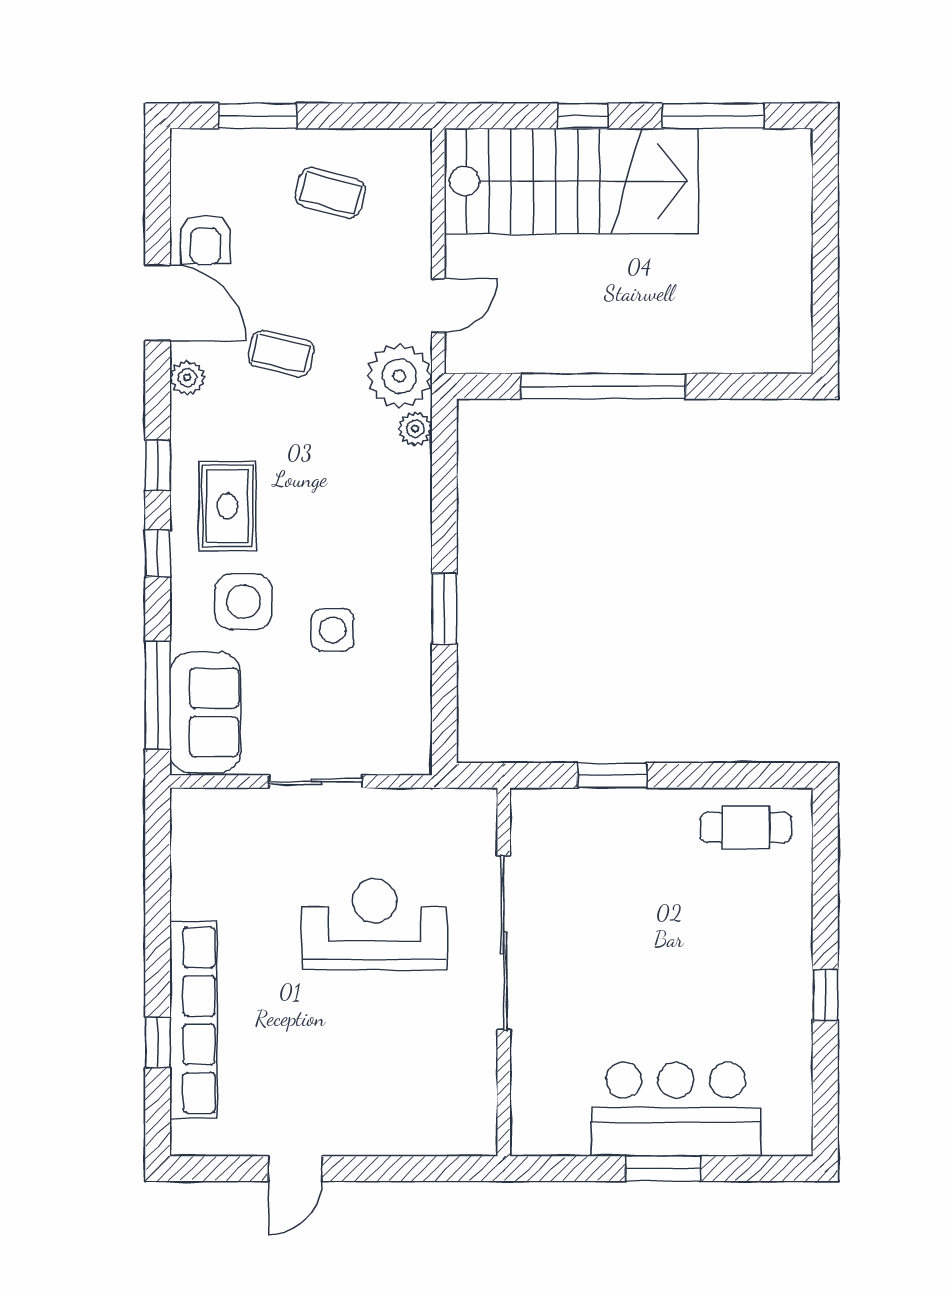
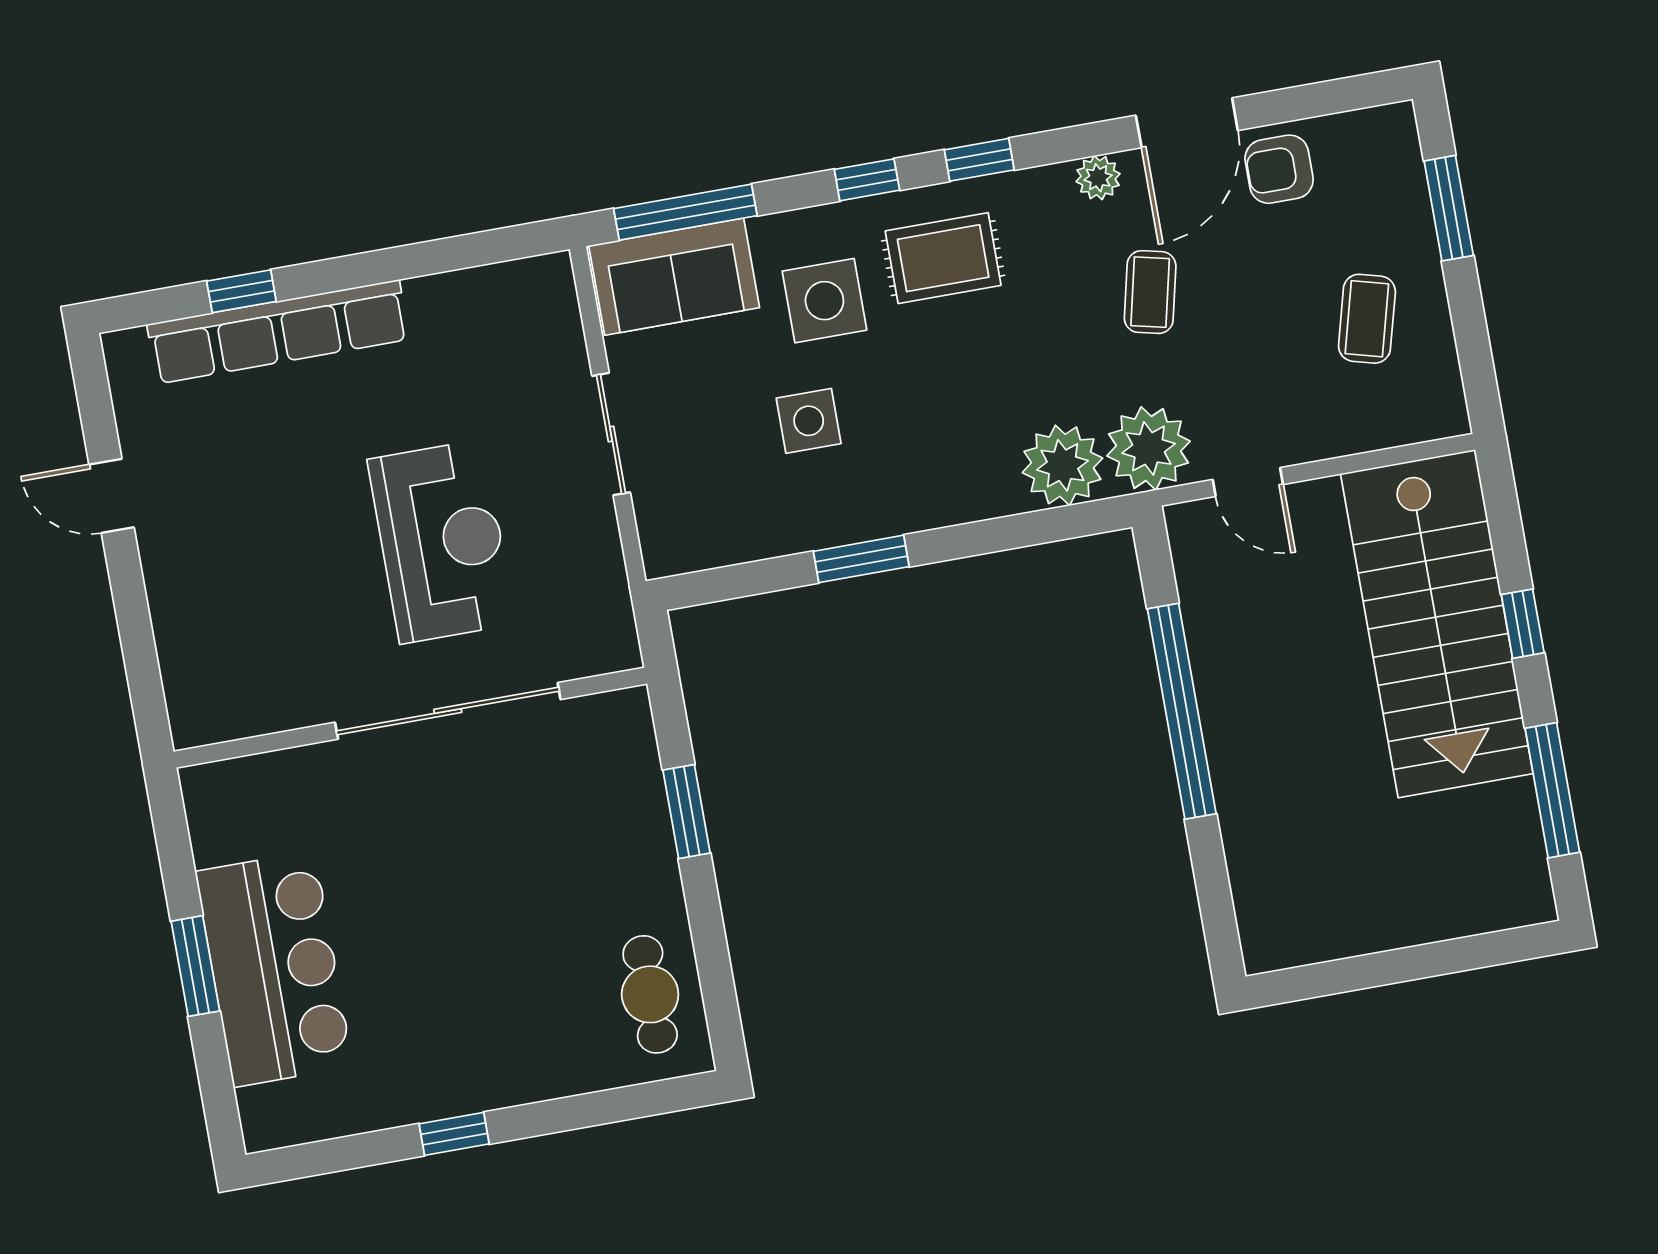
plant: (415, 429) -> (1062, 465), width x1.88, depth x1.88

